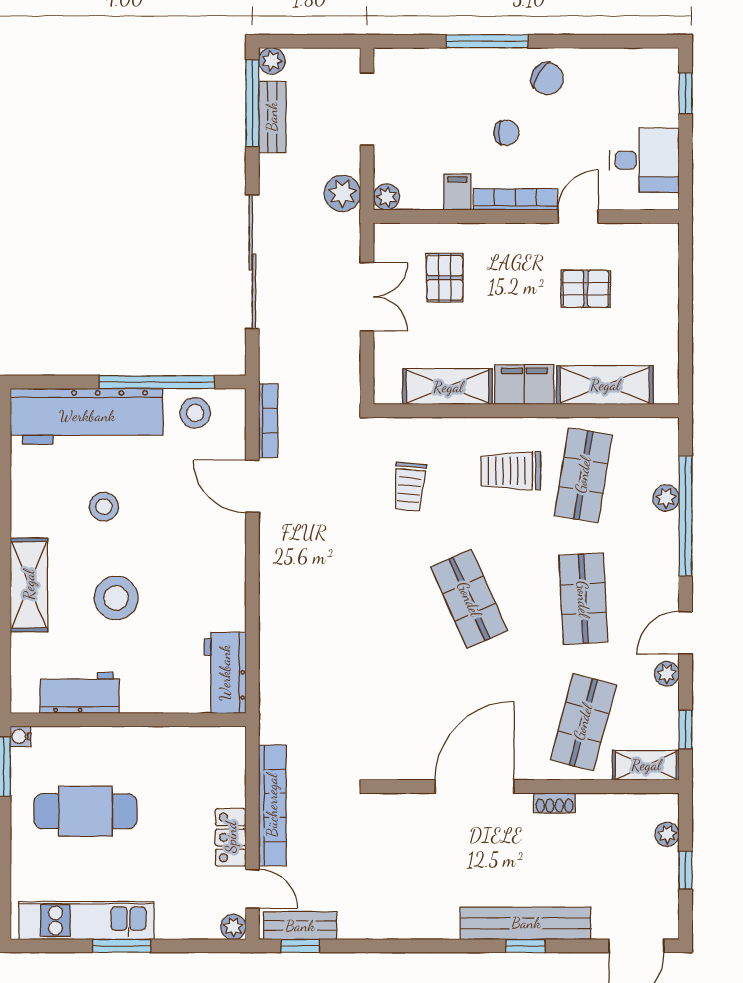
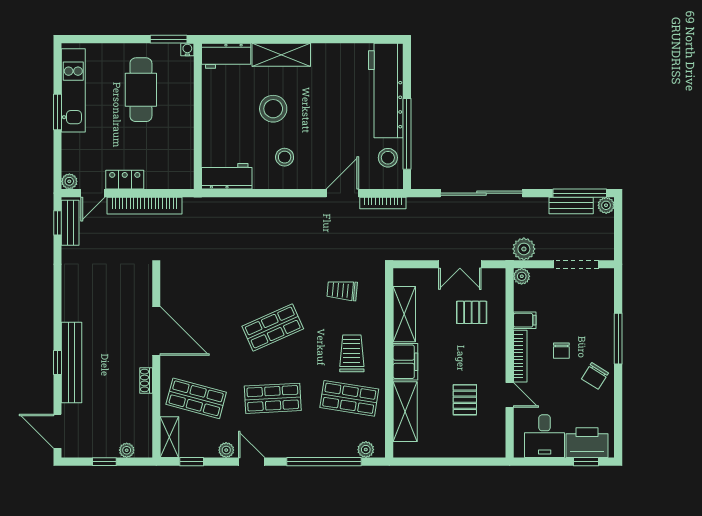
printer: (655, 92) -> (587, 443), added
plant: (666, 498) -> (366, 450), moved
stool: (104, 507) -> (285, 157), moved
workbench: (80, 693) -> (226, 56), moved, turned 90

